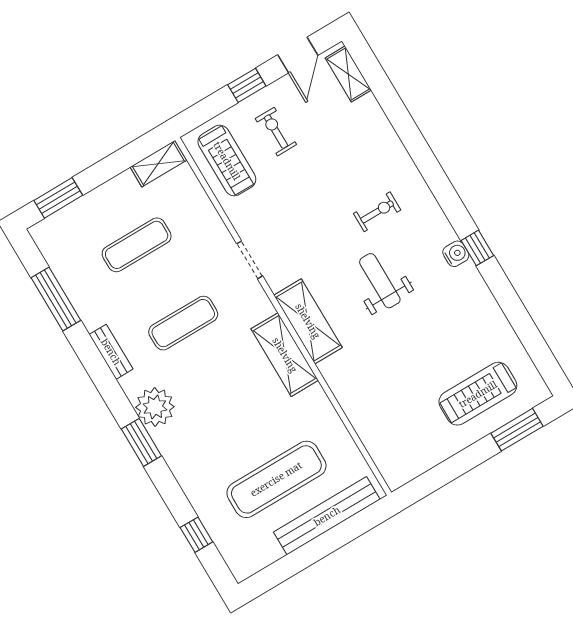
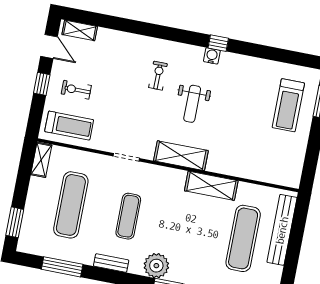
exercise mat: (137, 245) -> (71, 205), width x1.36, depth x1.45
weight bench: (380, 281) -> (192, 104), turned -90
shelving: (285, 355) -> (211, 186), moved

